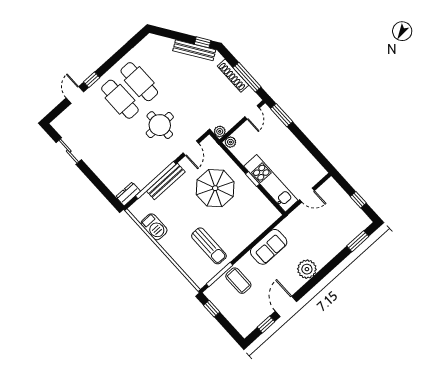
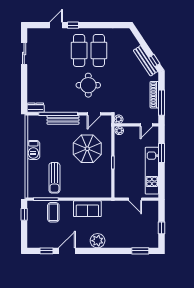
window: (282, 115) -> (162, 153), moved
kitchen unit: (271, 183) -> (152, 171), moved, turned 180
barbecue: (154, 227) -> (33, 150), moved

